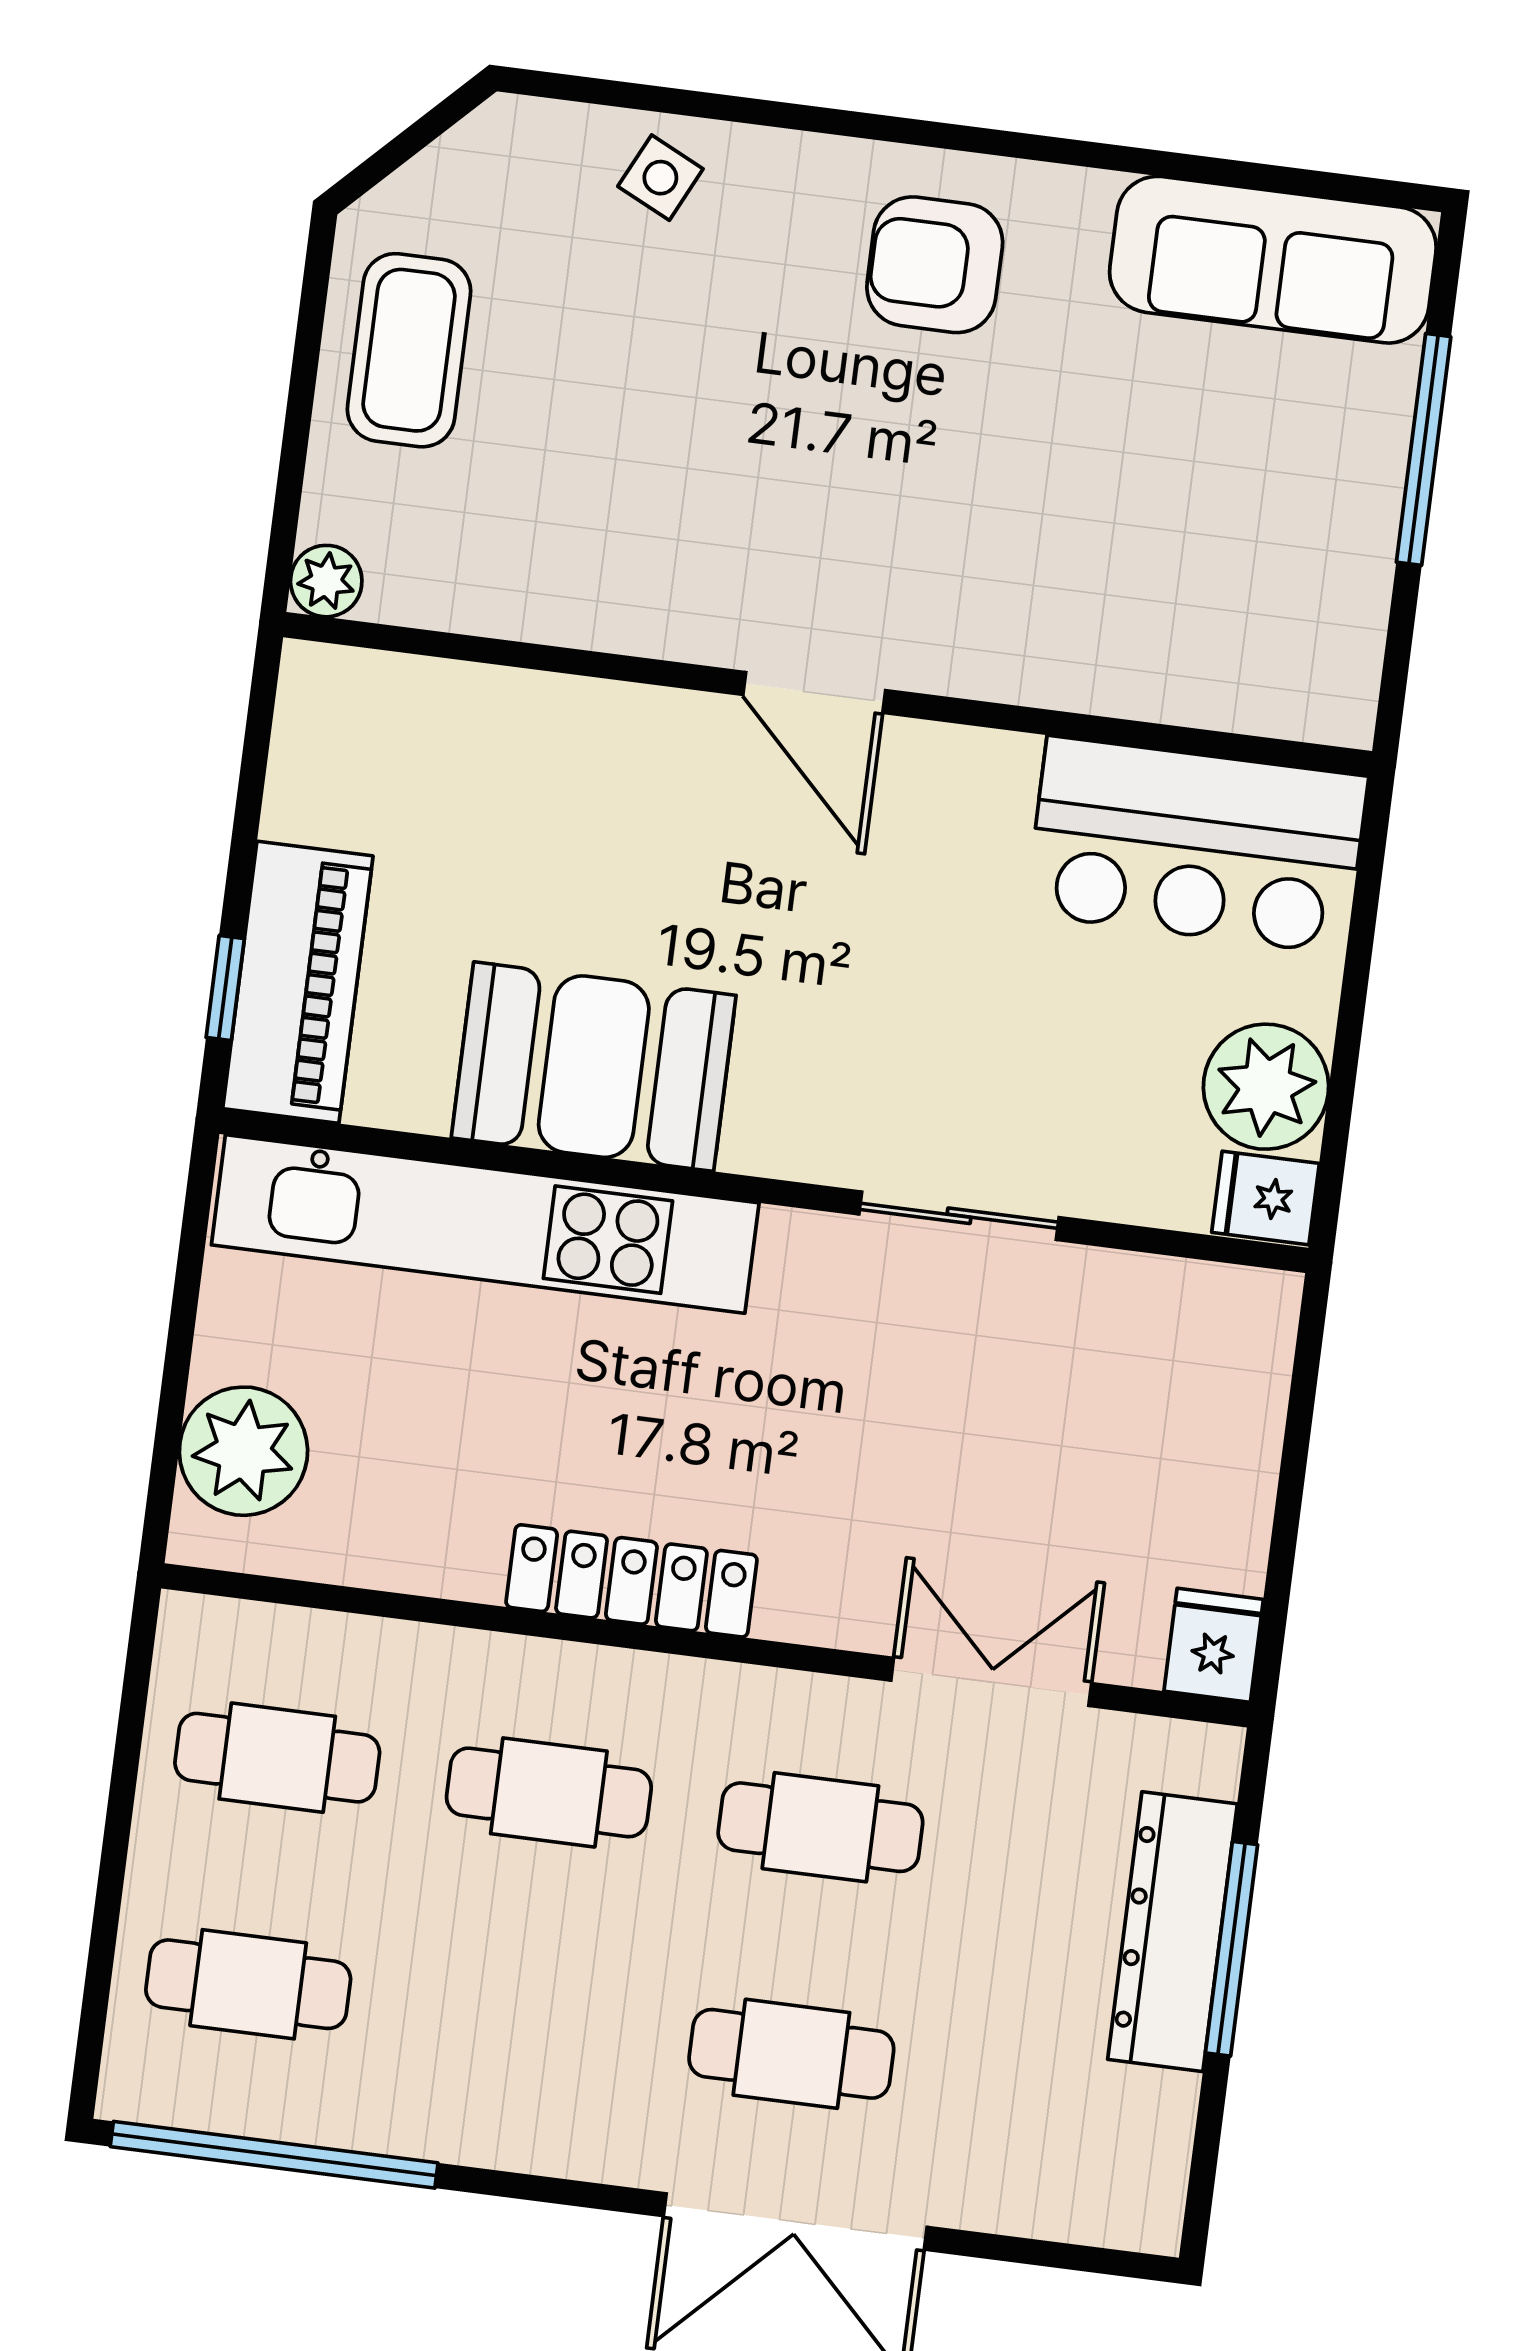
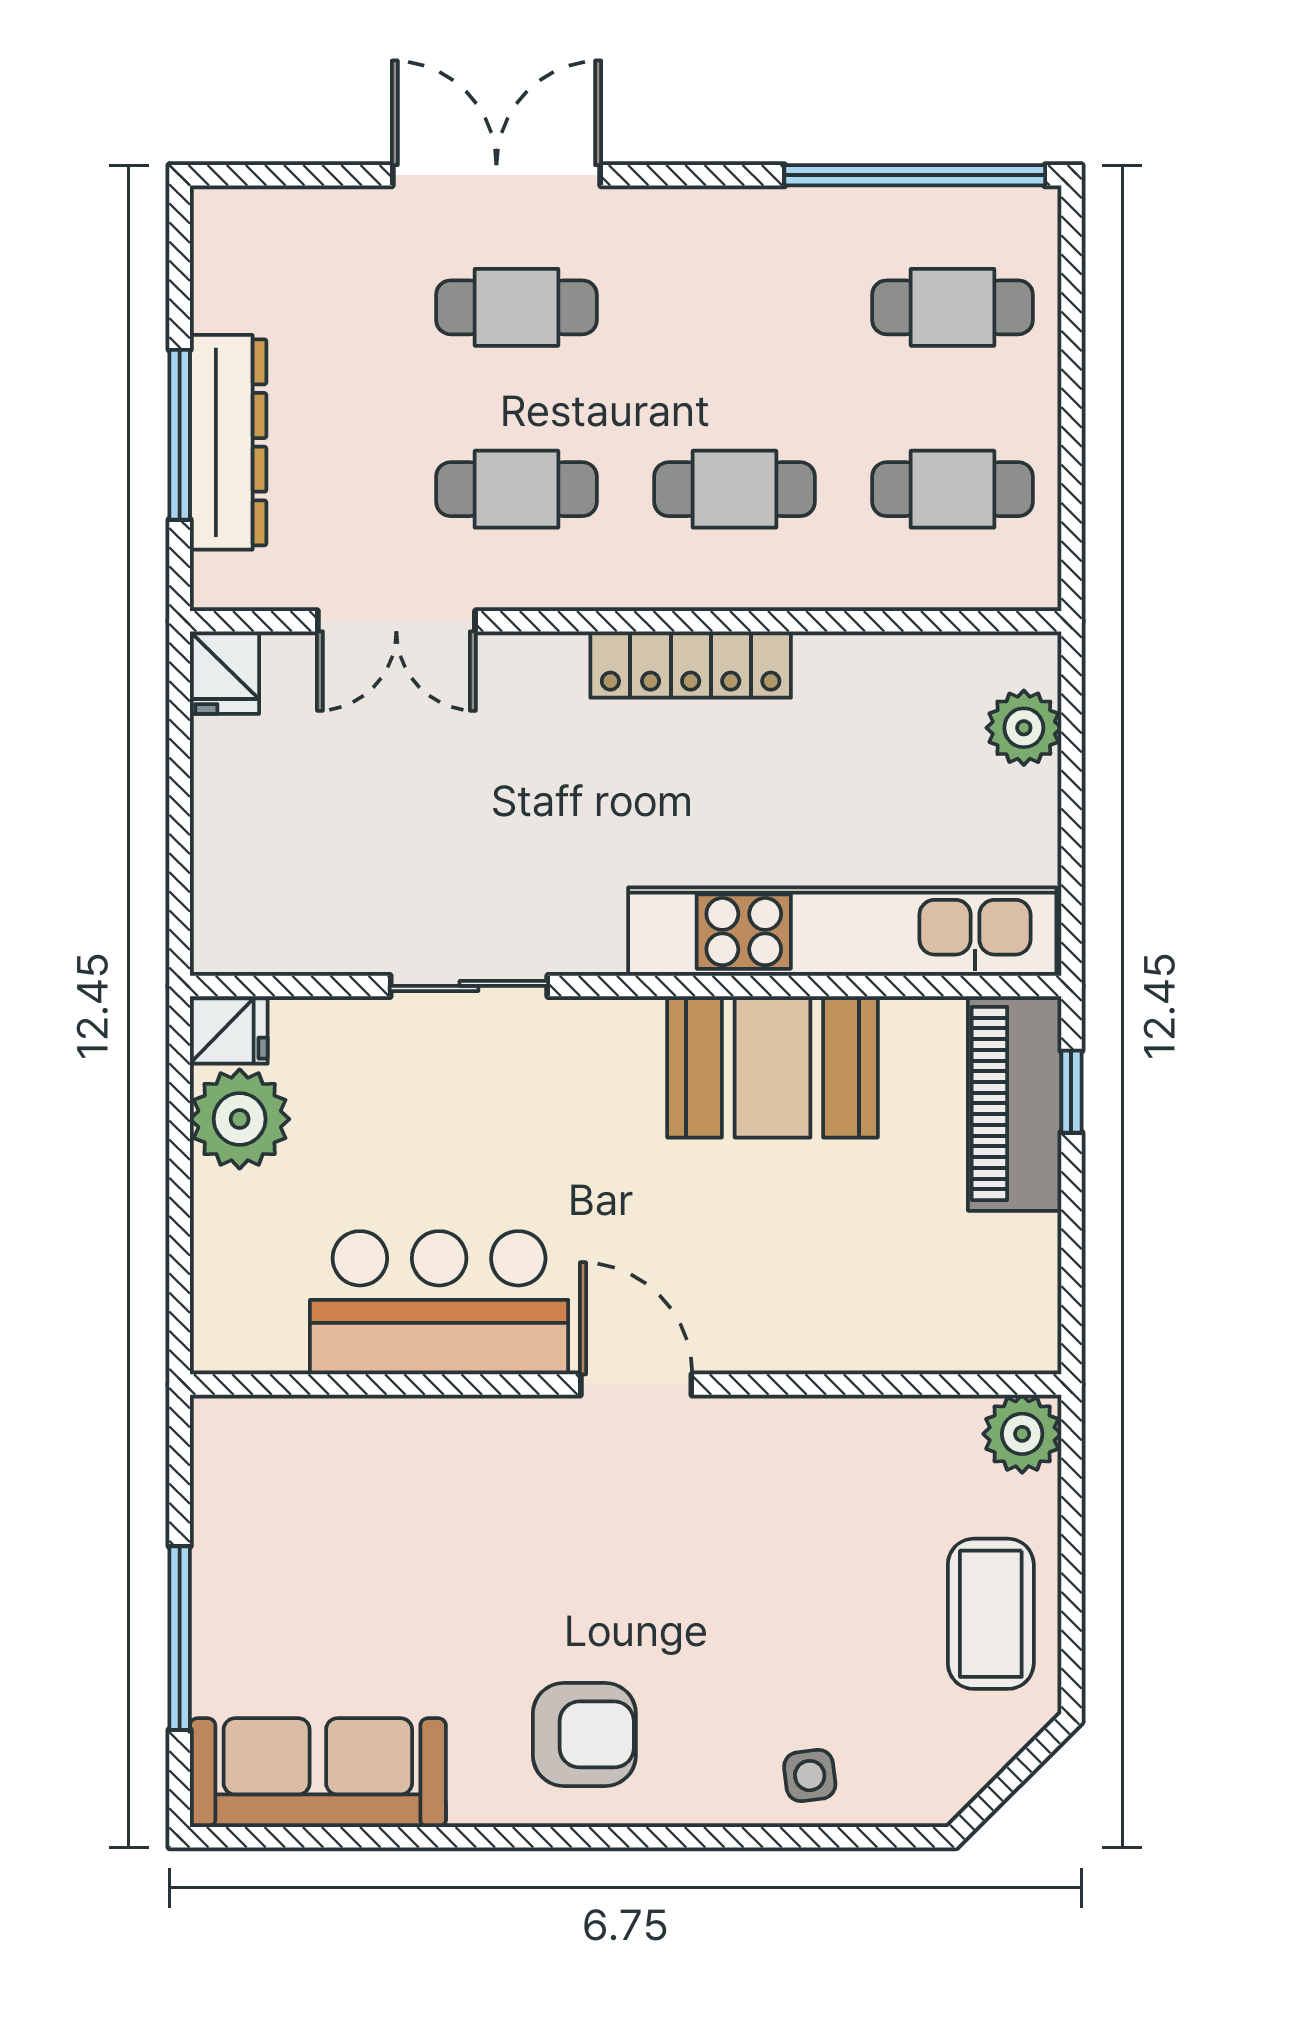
side table: (660, 178) -> (810, 1776), turned -33
plant: (326, 581) -> (1022, 1434), width x1.38, depth x1.38
bar counter: (1197, 845) -> (439, 1303), moved
plant: (243, 1451) -> (1024, 728), width x0.73, depth x0.73

